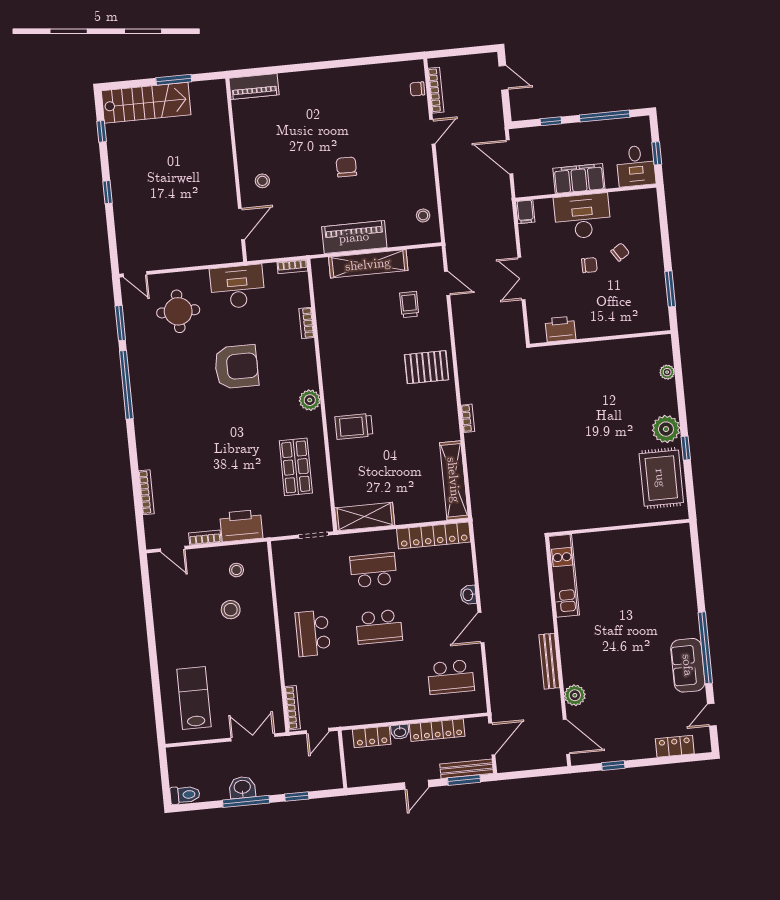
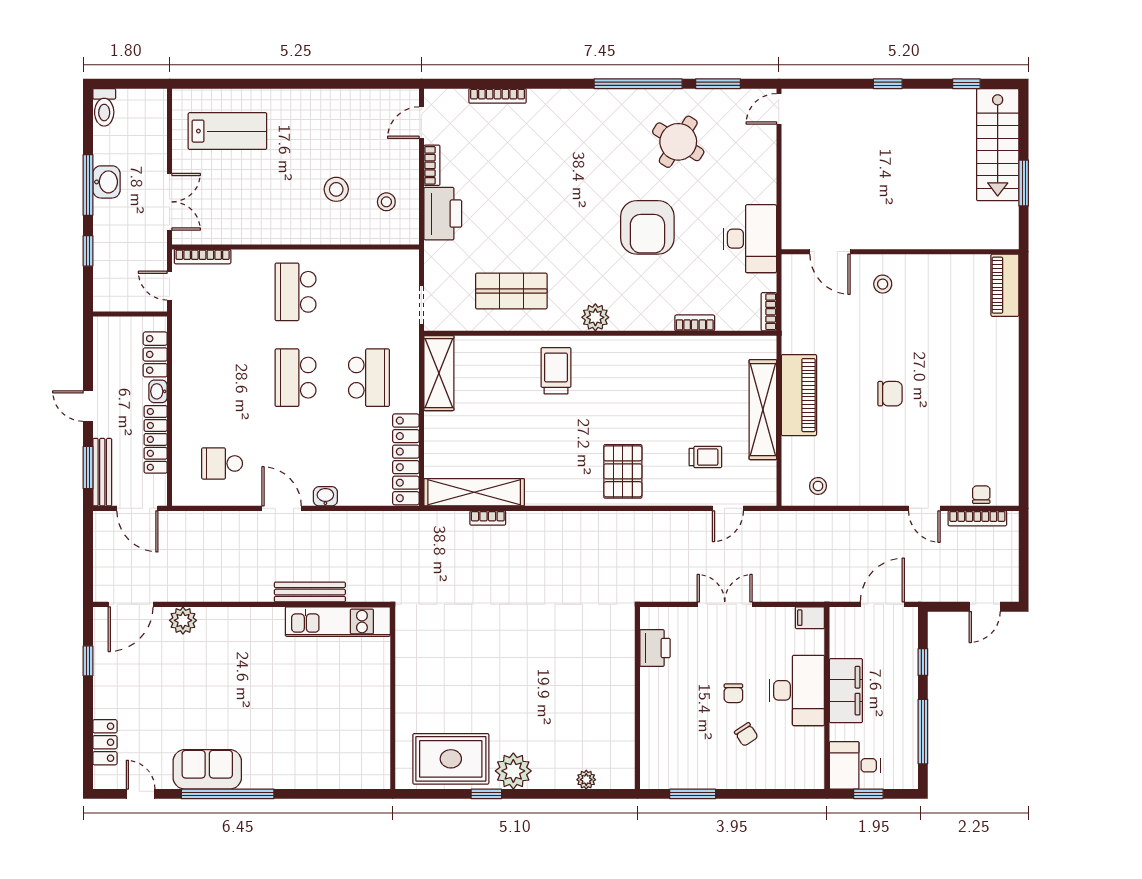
round table: (178, 311) -> (678, 142), moved, turned 32
bookcase: (468, 418) -> (488, 518), moved
school desk: (313, 633) -> (296, 292), turned -90
bench: (549, 661) -> (310, 592), moved
school desk: (451, 677) -> (222, 463), width x0.54

